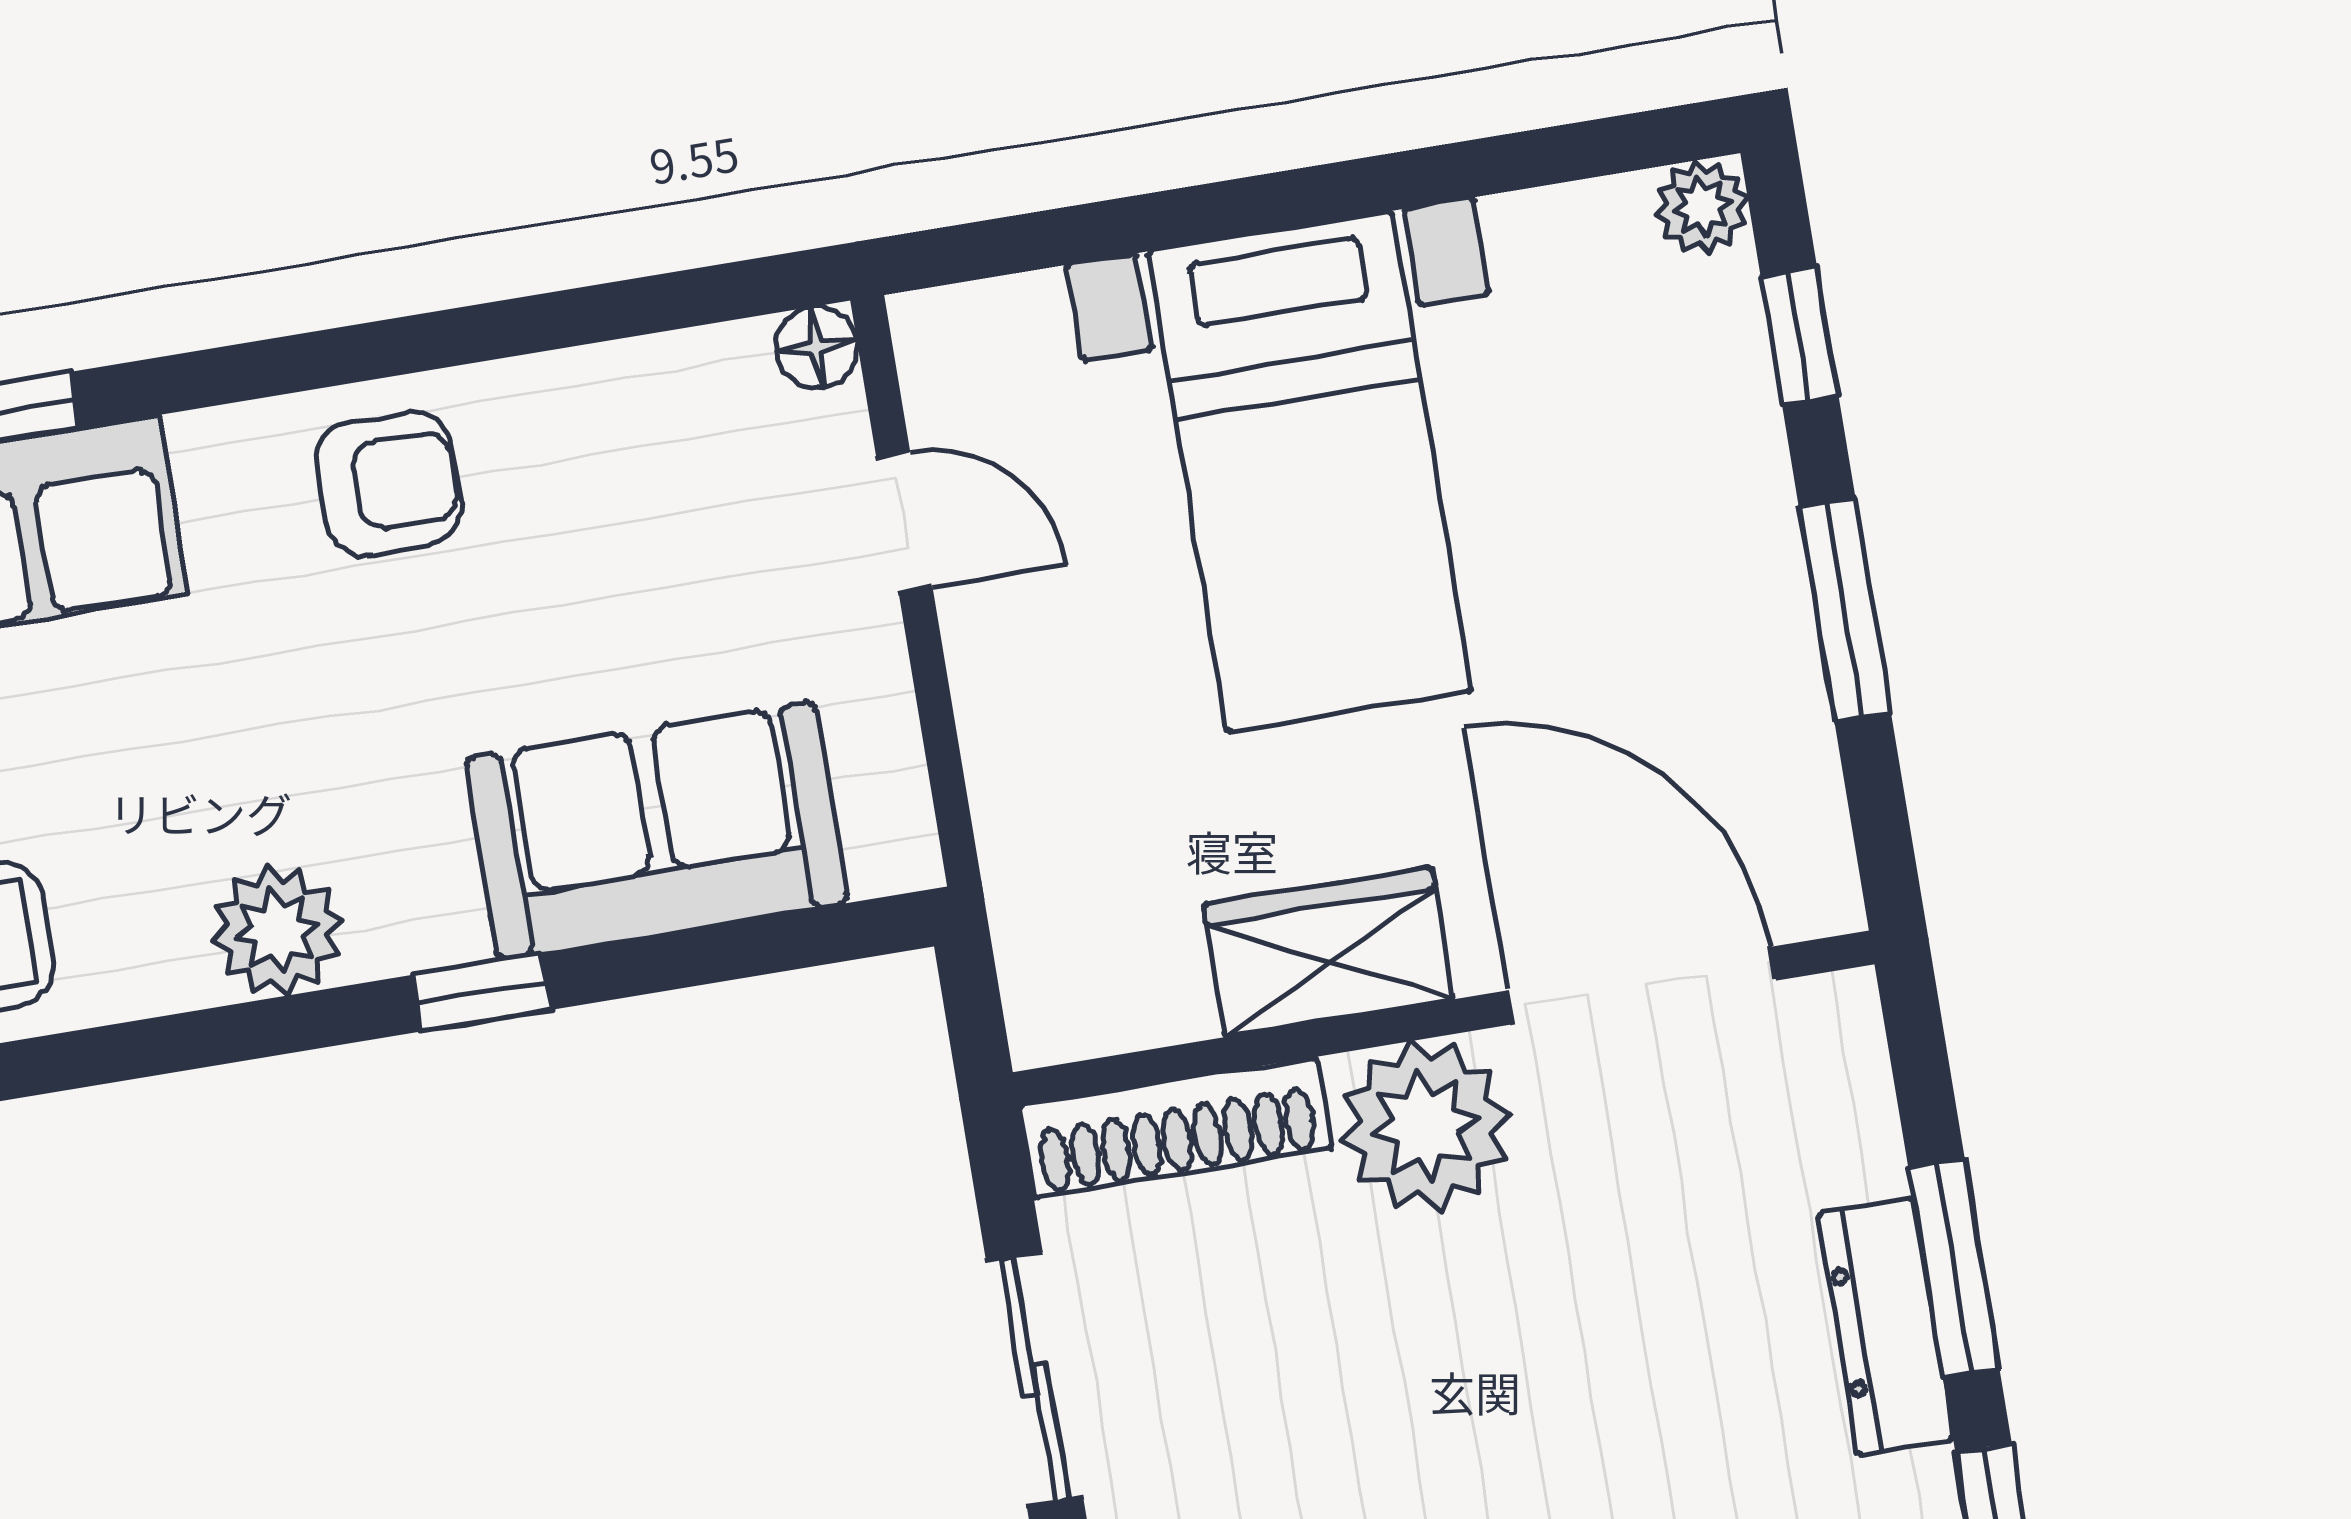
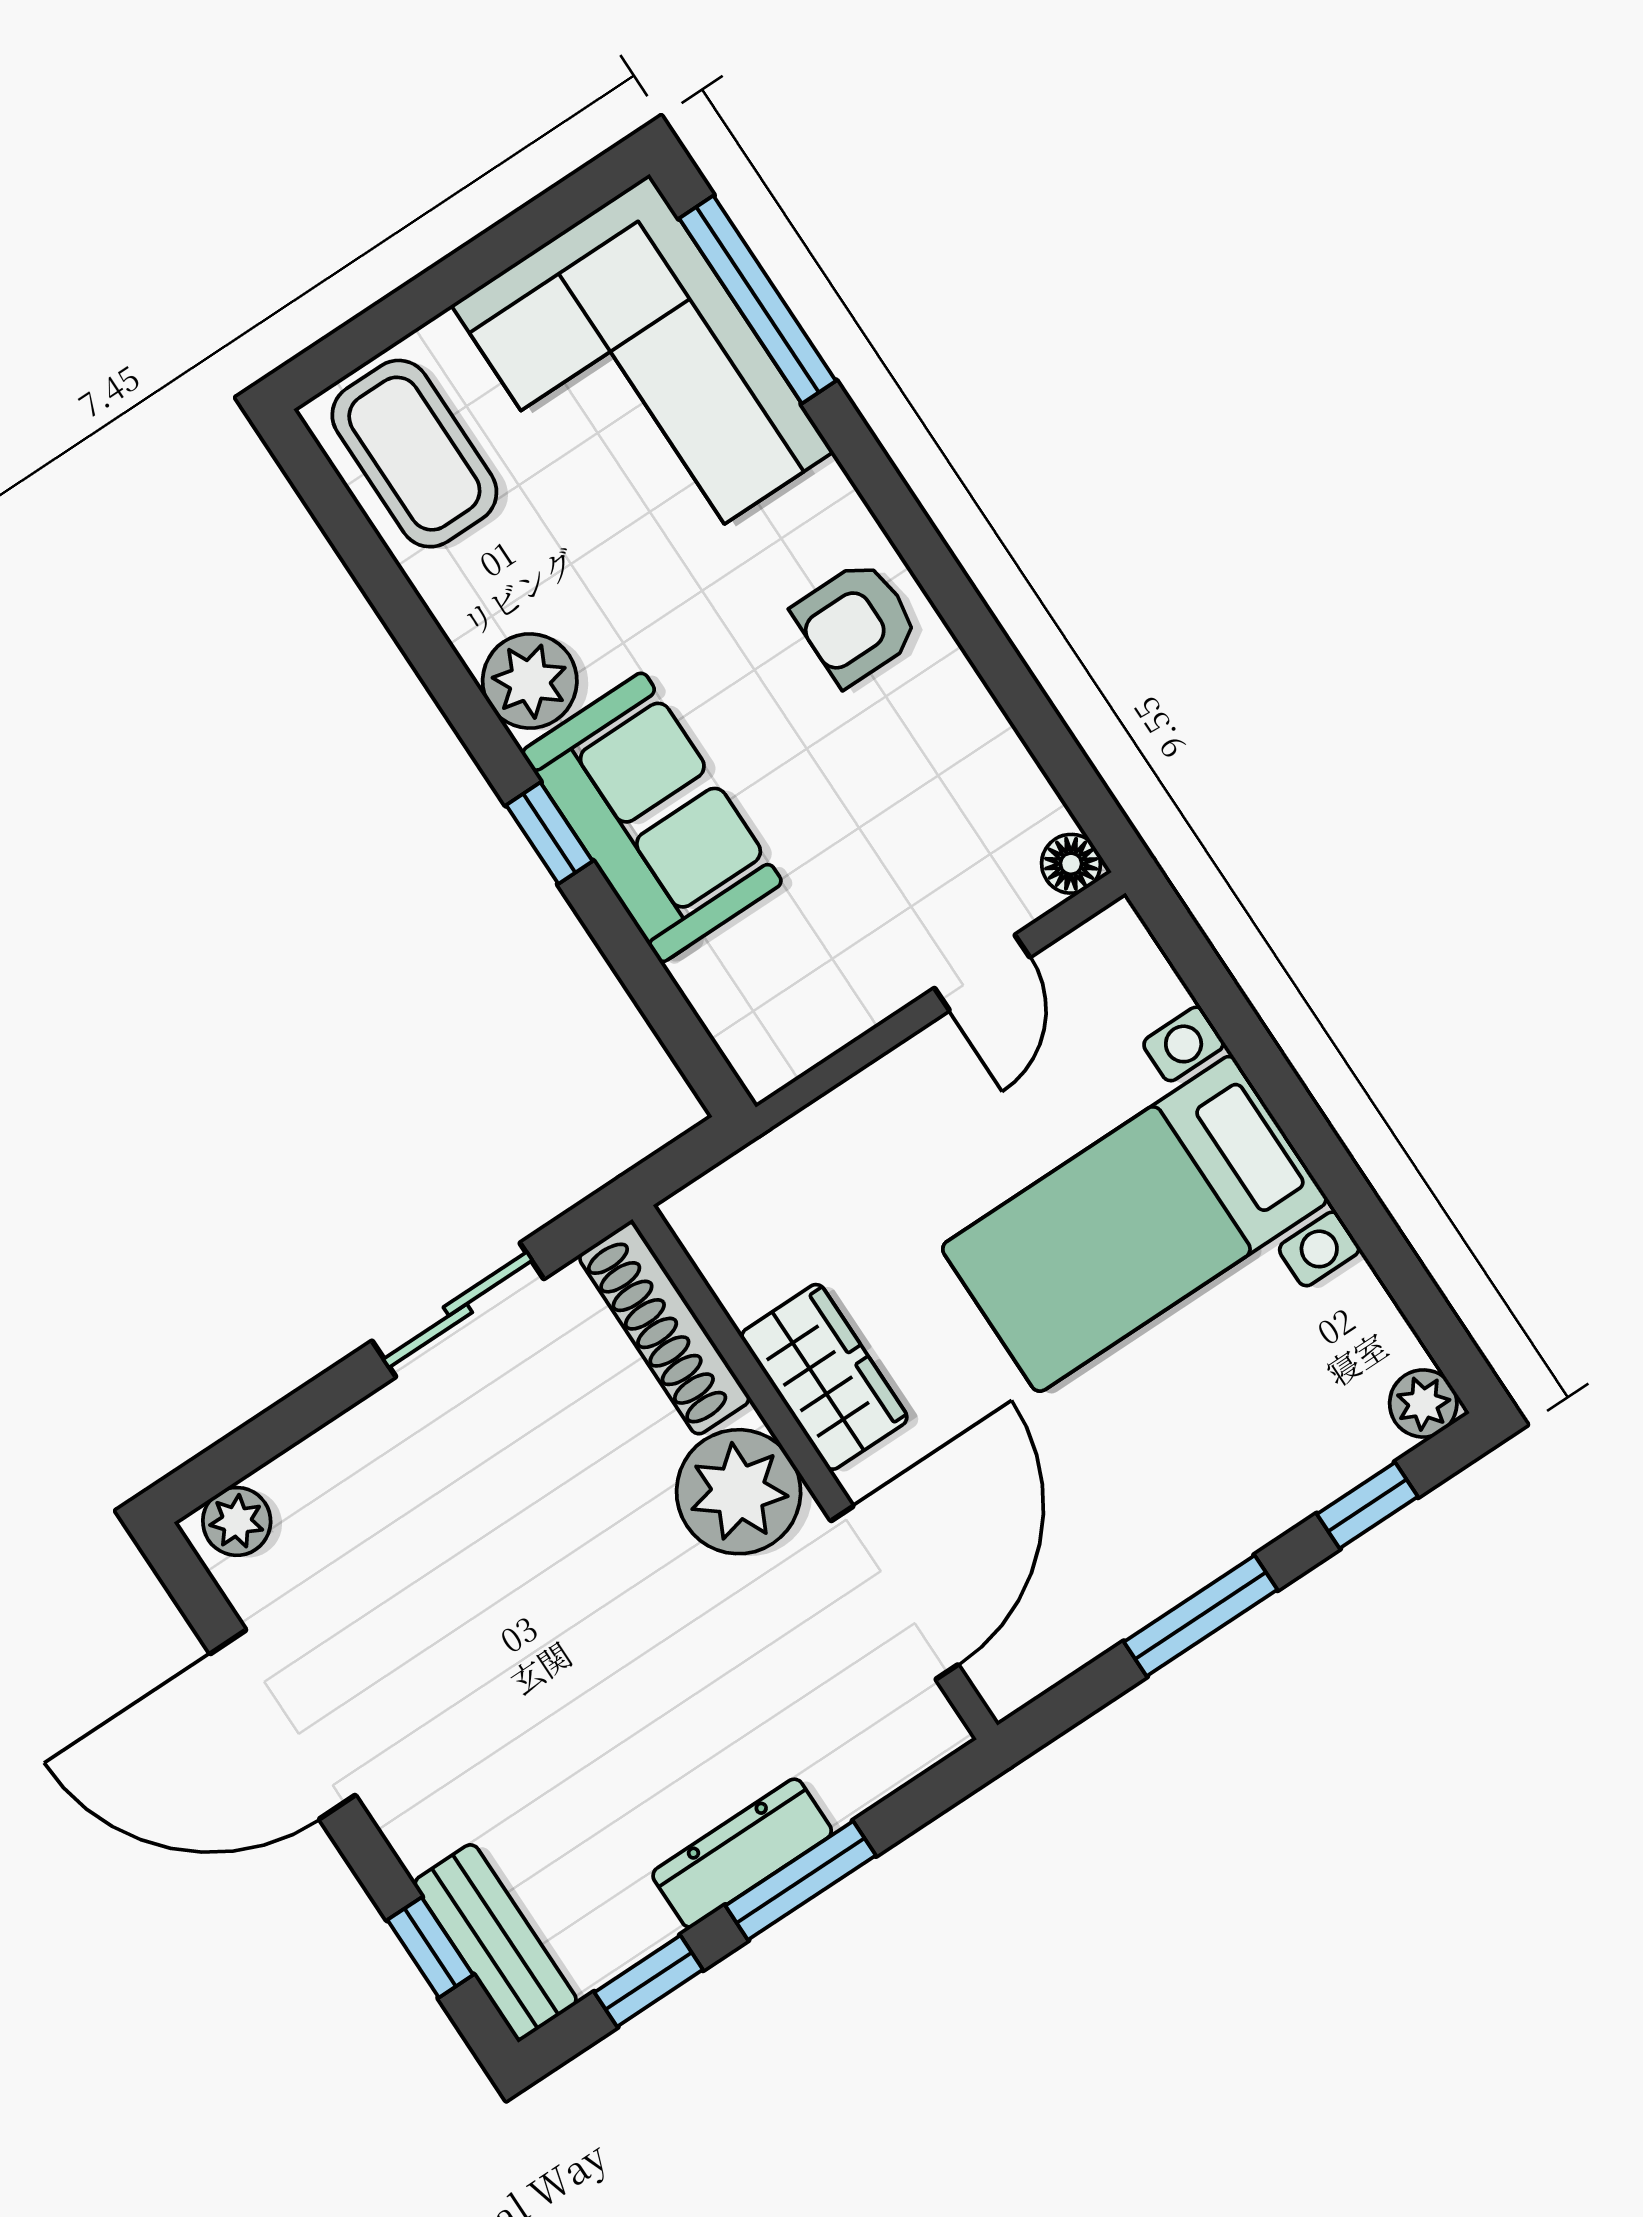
armchair: (389, 483) -> (856, 623), turned 90
sofa: (656, 831) -> (652, 817), moved

